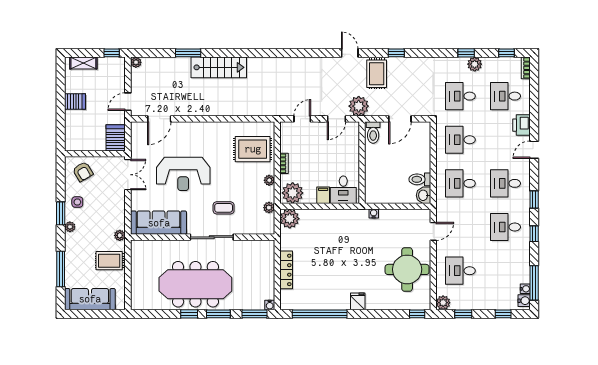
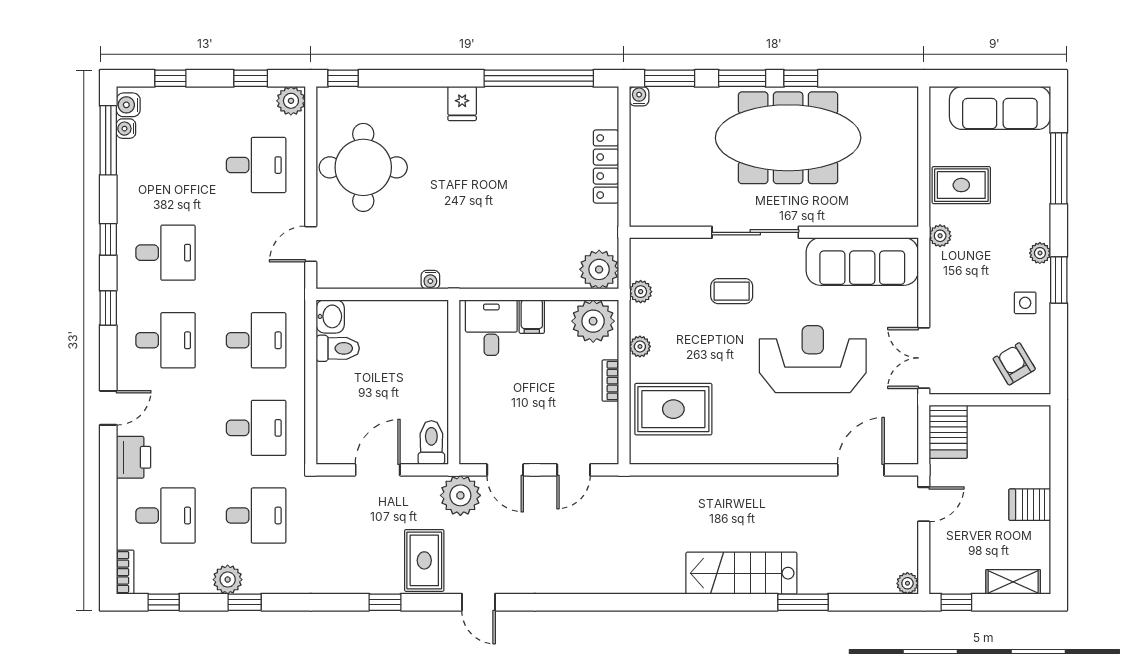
door: (336, 119) -> (505, 470), swing flipped

